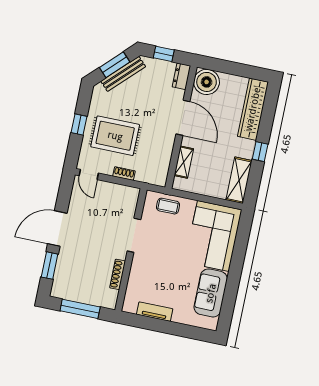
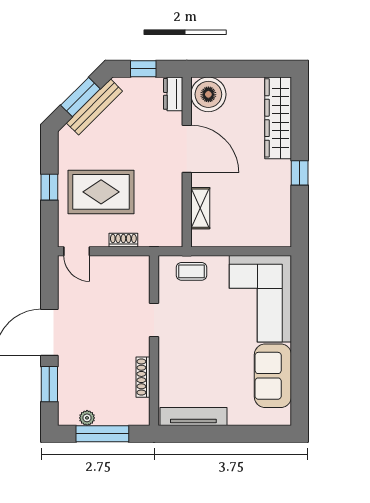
shelving: (239, 180) -> (279, 217), removed
doorway: (134, 235) -> (154, 320), width x0.73
plant: (71, 295) -> (87, 418), added
tv unit: (155, 312) -> (193, 416), width x1.41

